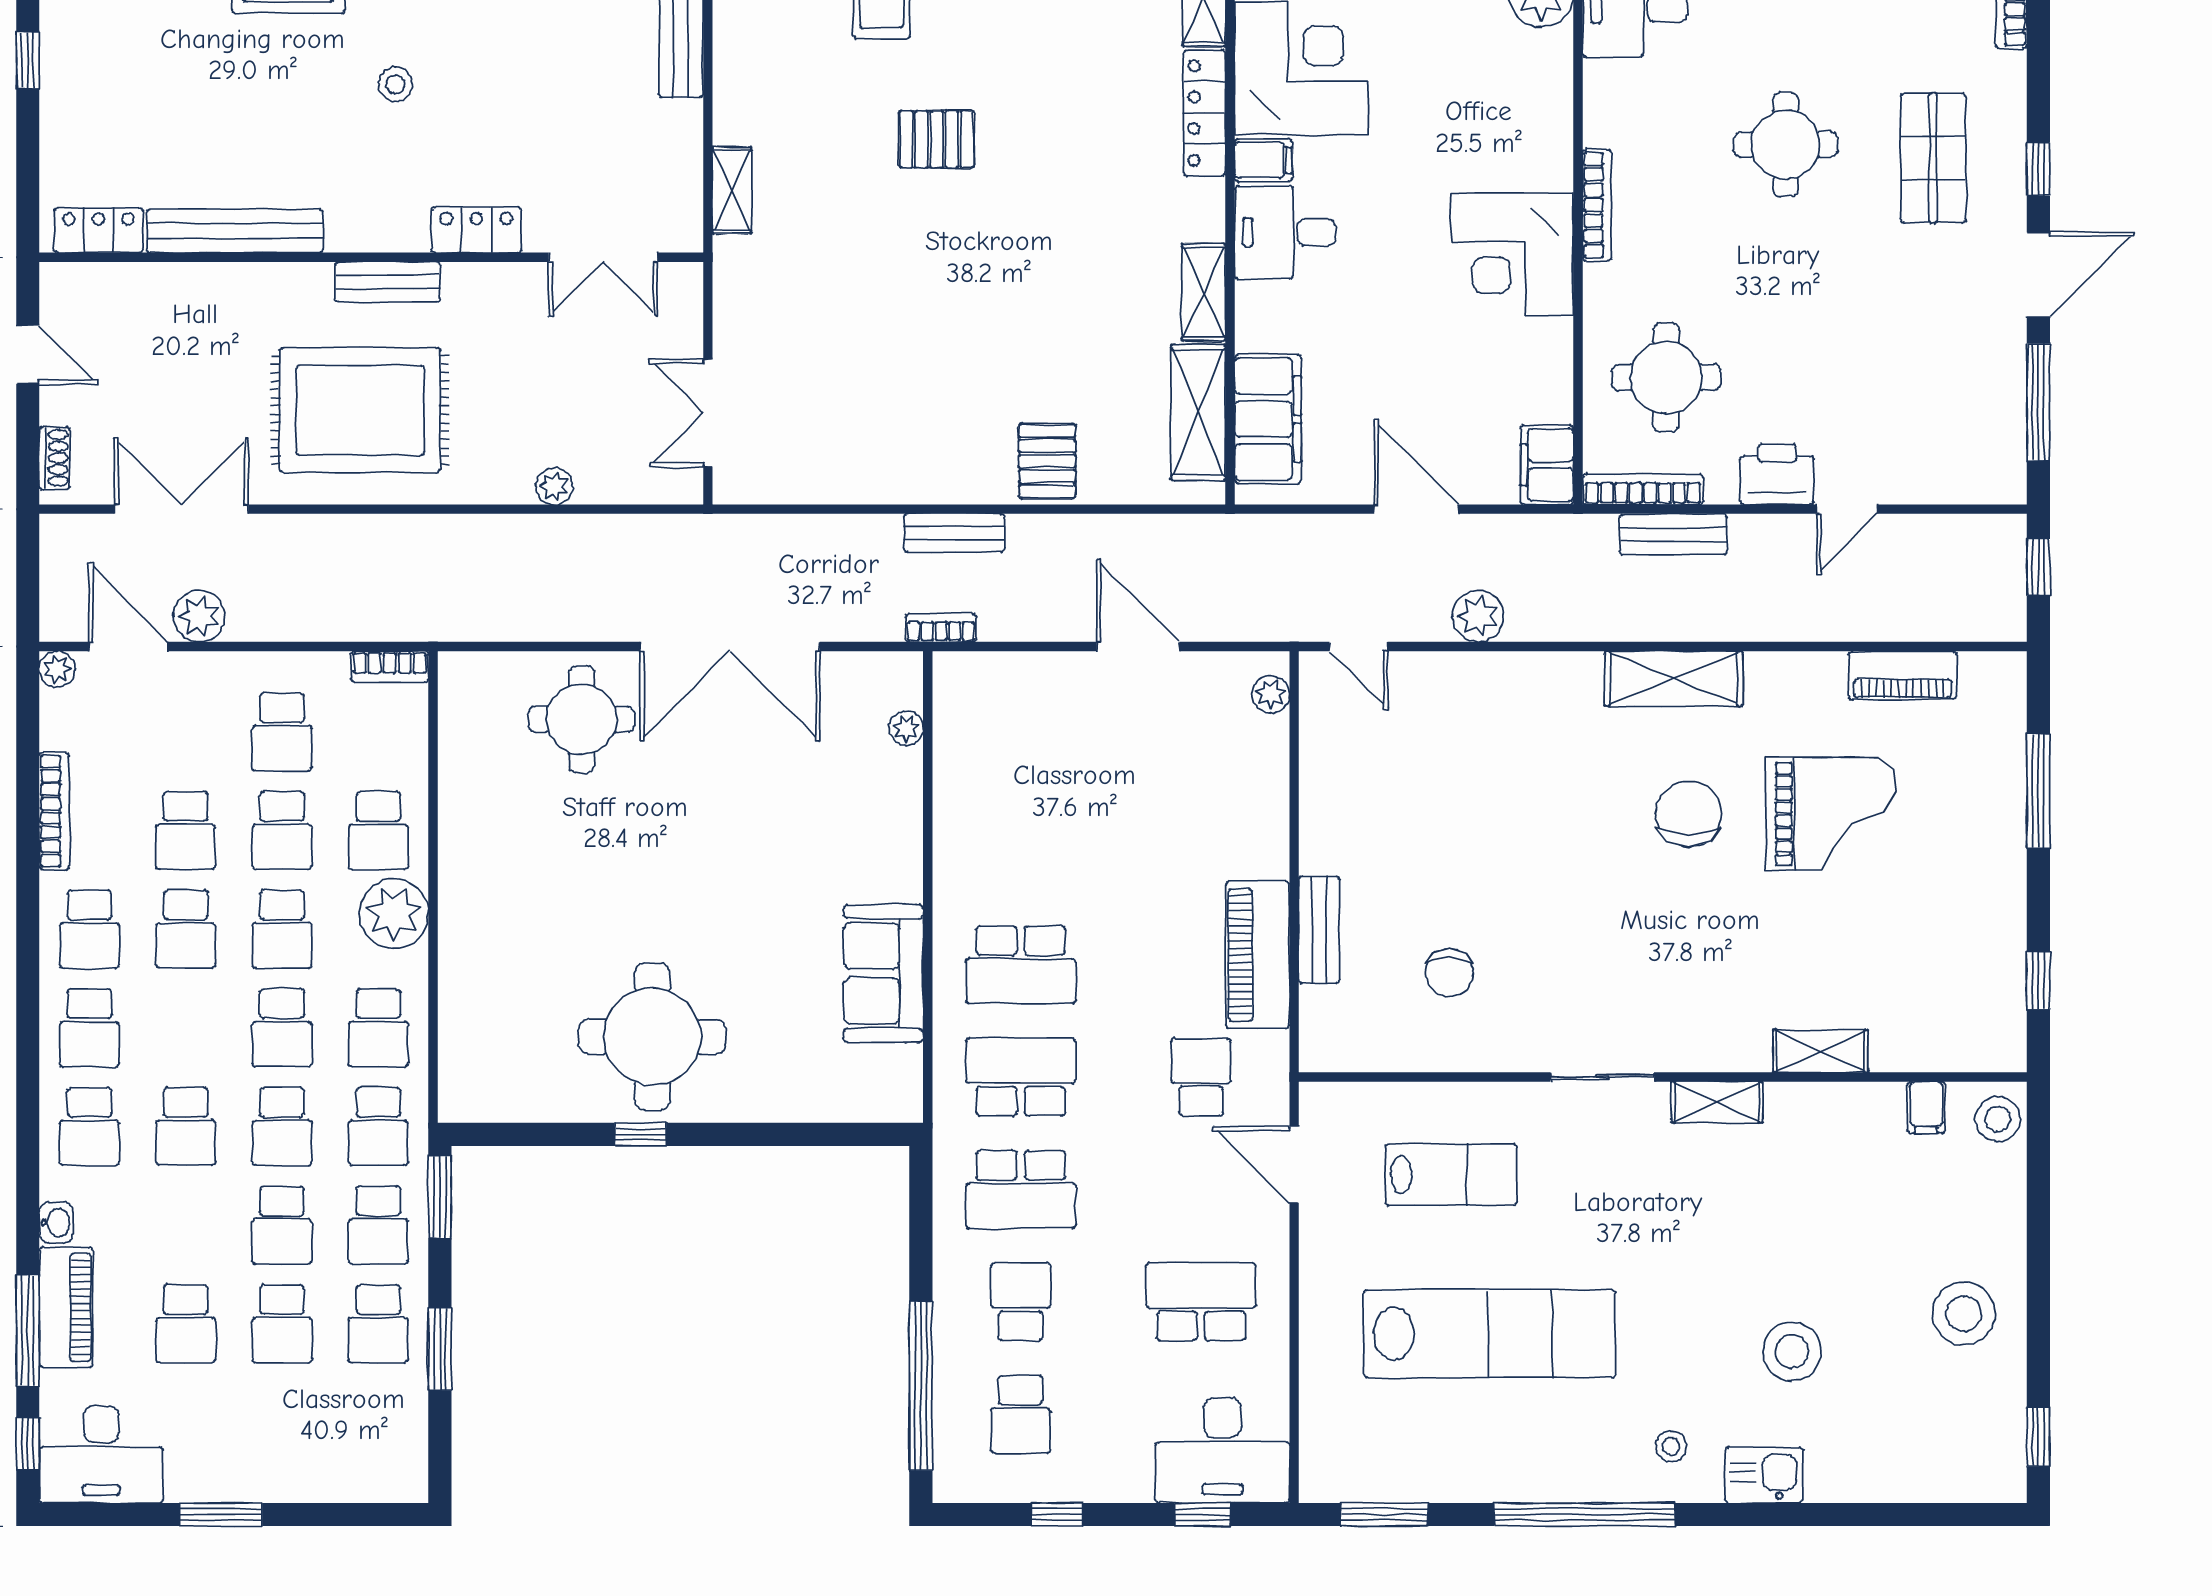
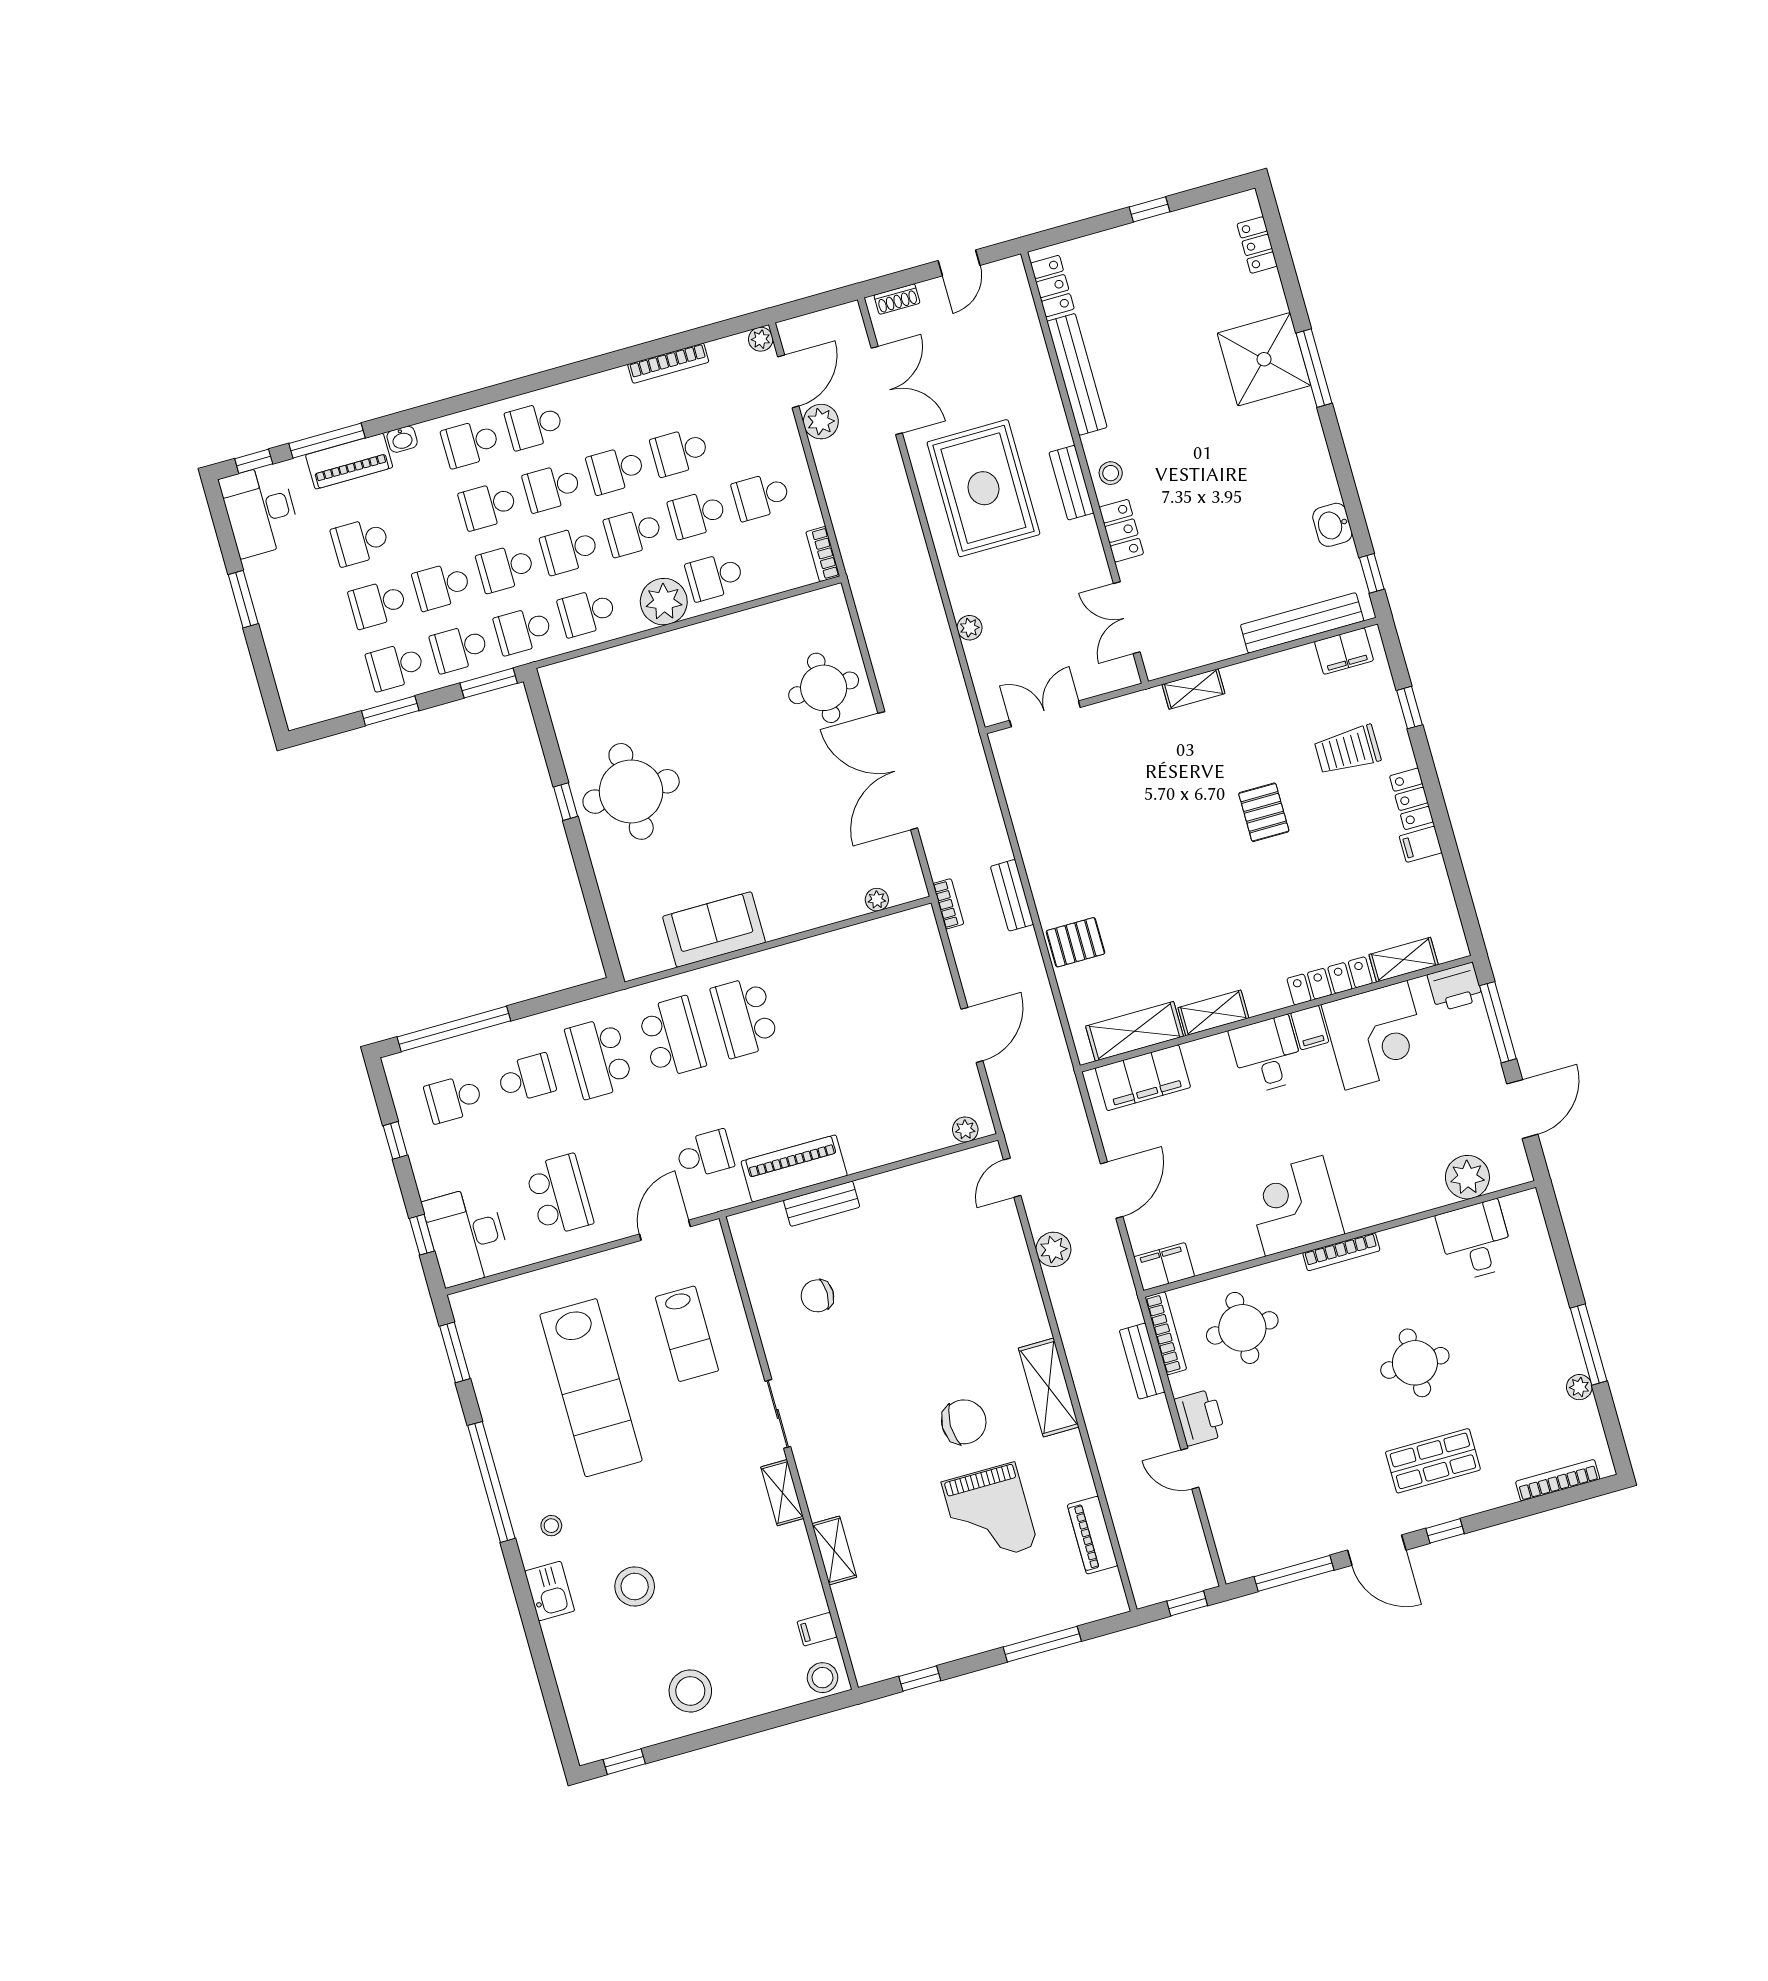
stool: (396, 84) -> (1111, 473), moved
school desk: (89, 929) -> (552, 488), moved

